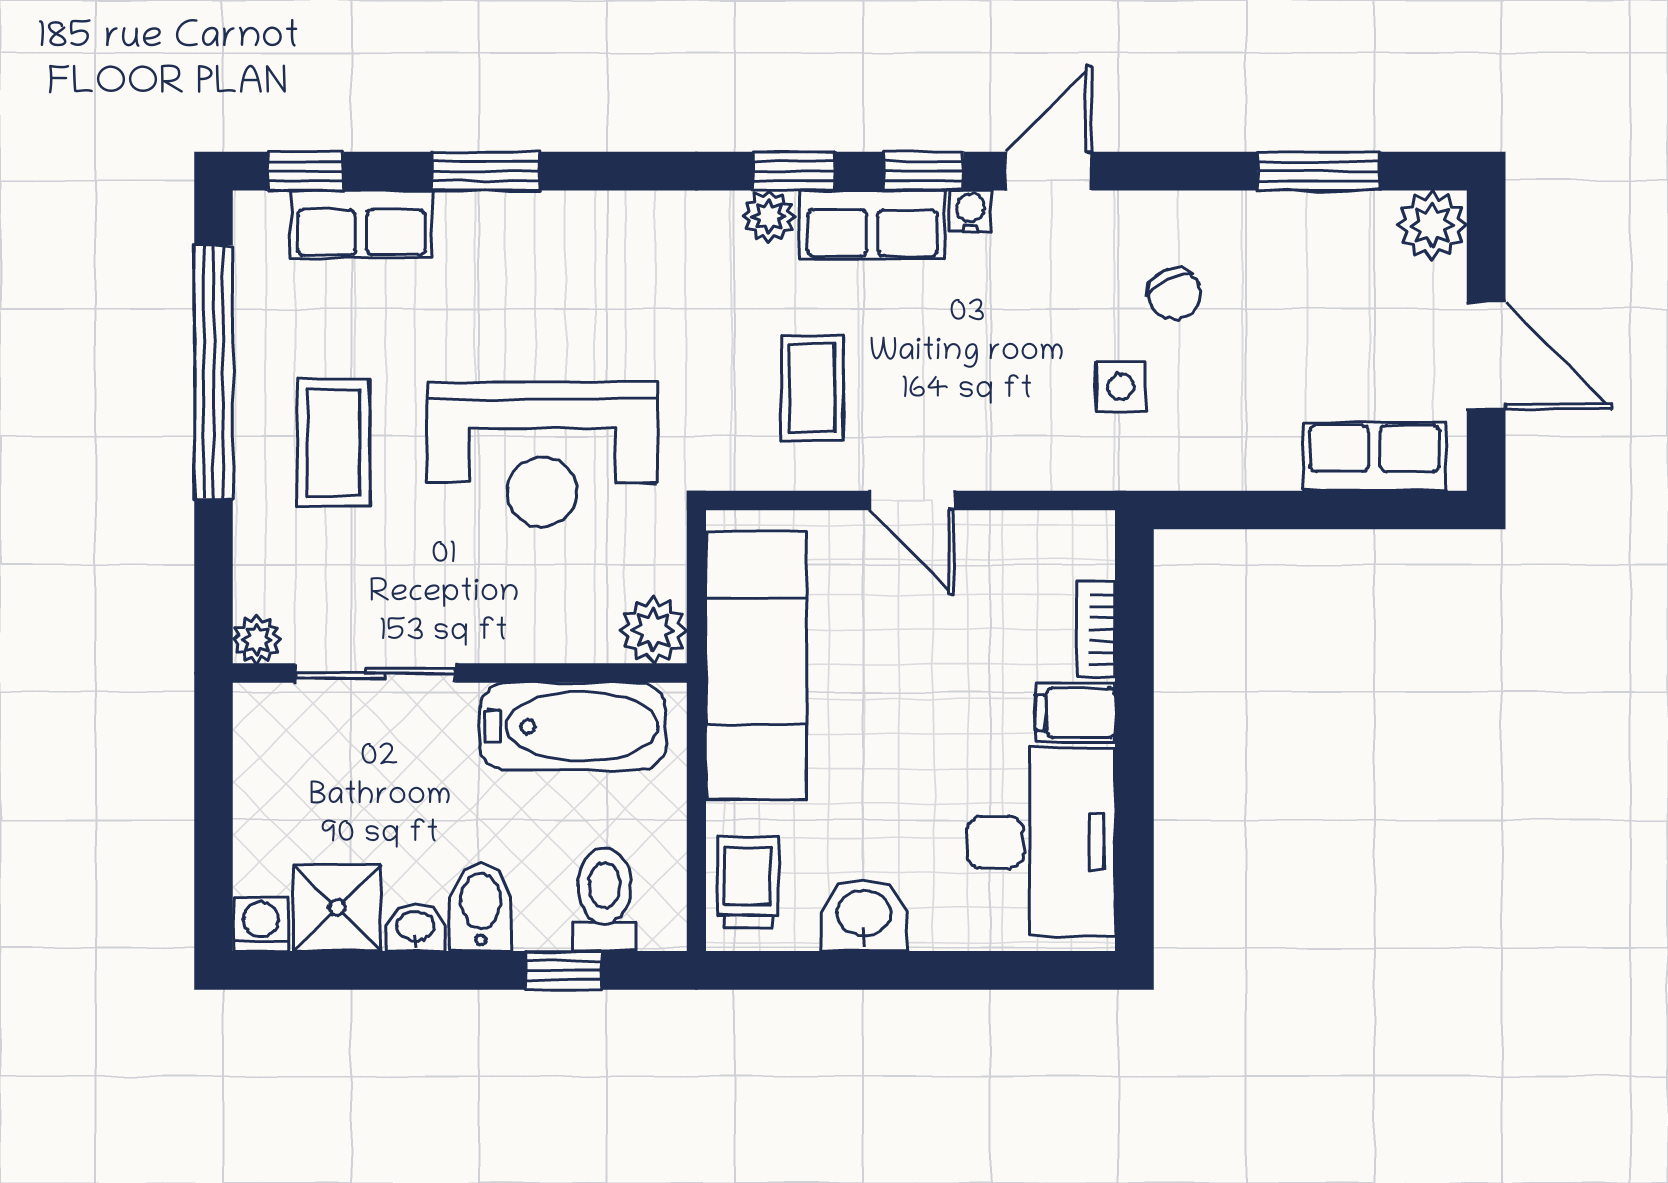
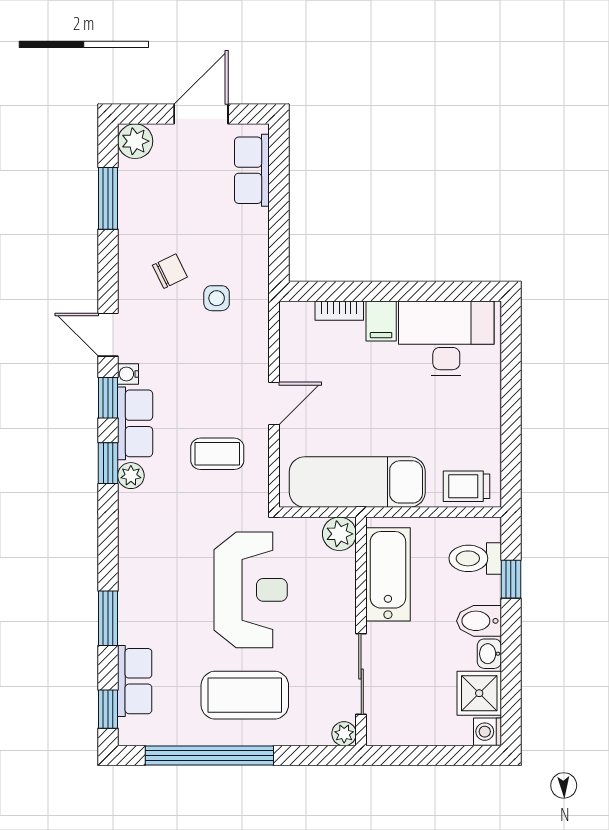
coffee table: (333, 443) -> (245, 695), width x1.36, depth x1.32
washbasin: (864, 915) -> (483, 428), removed

